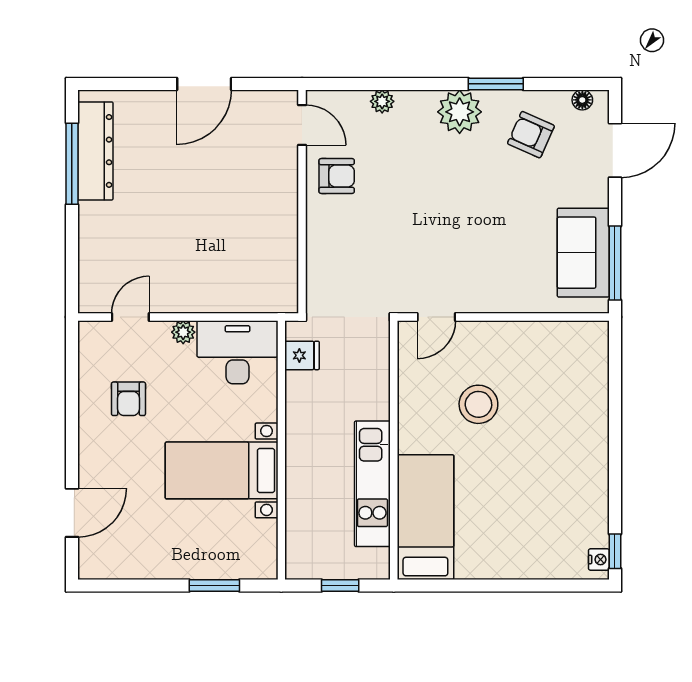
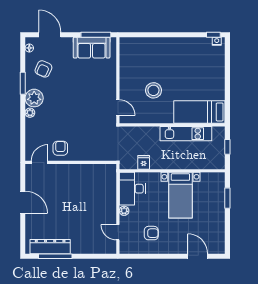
plant: (382, 101) -> (30, 113), moved
fridge: (302, 355) -> (144, 162), moved

